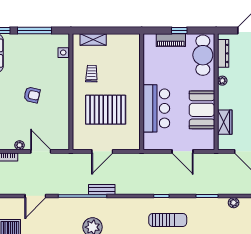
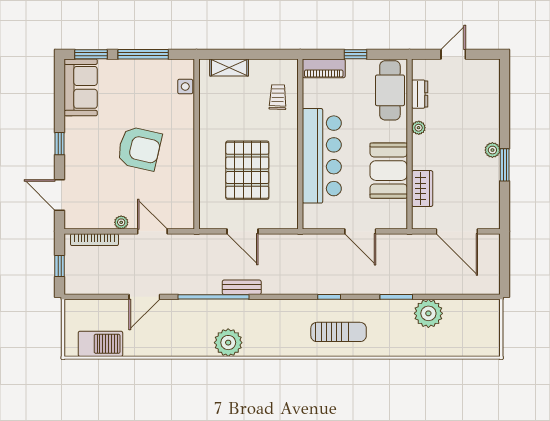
piano: (171, 40) -> (324, 68), moved
dresser: (223, 53) -> (420, 94), width x0.70
trolley: (92, 74) -> (278, 97), moved
armchair: (32, 95) -> (139, 148), width x1.88, depth x1.88
bar counter: (156, 108) -> (322, 156), width x1.36
pallet: (106, 110) -> (247, 170), turned 90
door: (102, 151) -> (242, 231), hinge flipped
plant: (234, 203) -> (428, 313), width x1.87, depth x1.87

